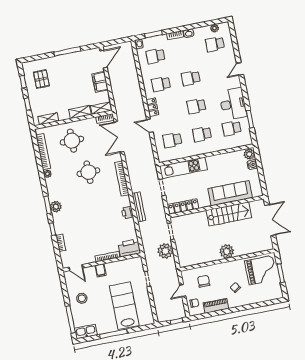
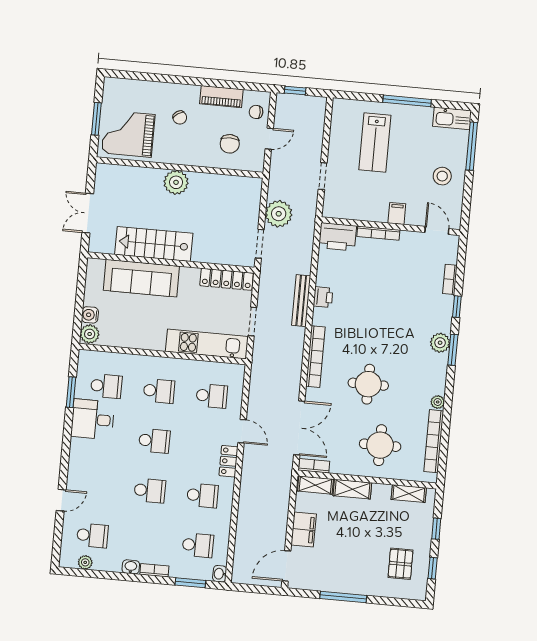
door: (240, 69) -> (61, 500), moved
desk: (233, 104) -> (93, 419), width x0.73
double door: (270, 220) -> (88, 213), width x0.73
lab bench: (124, 306) -> (375, 143), width x0.73, depth x0.72

